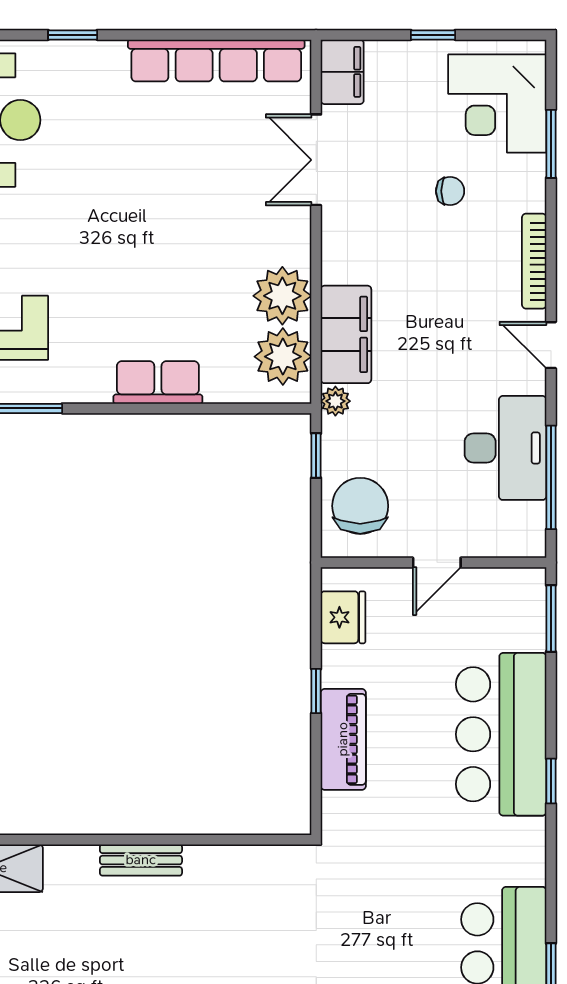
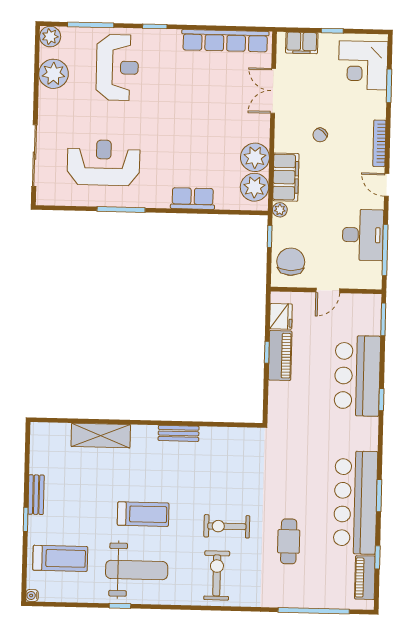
filing cabinet: (342, 72) -> (302, 43), moved, turned 90
chair: (450, 191) -> (320, 135), moved, turned 130
piano: (343, 739) -> (280, 355), moved

